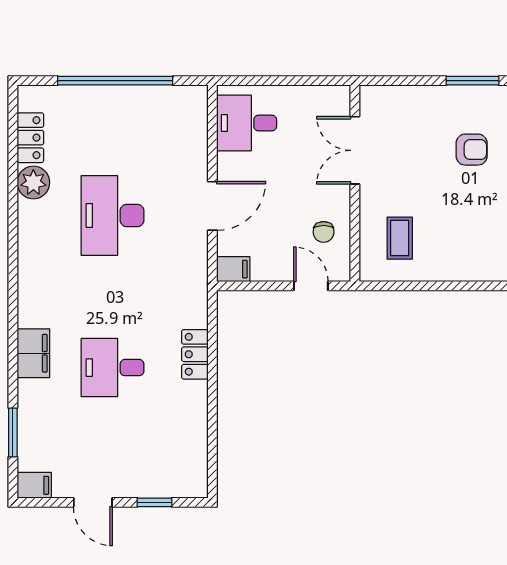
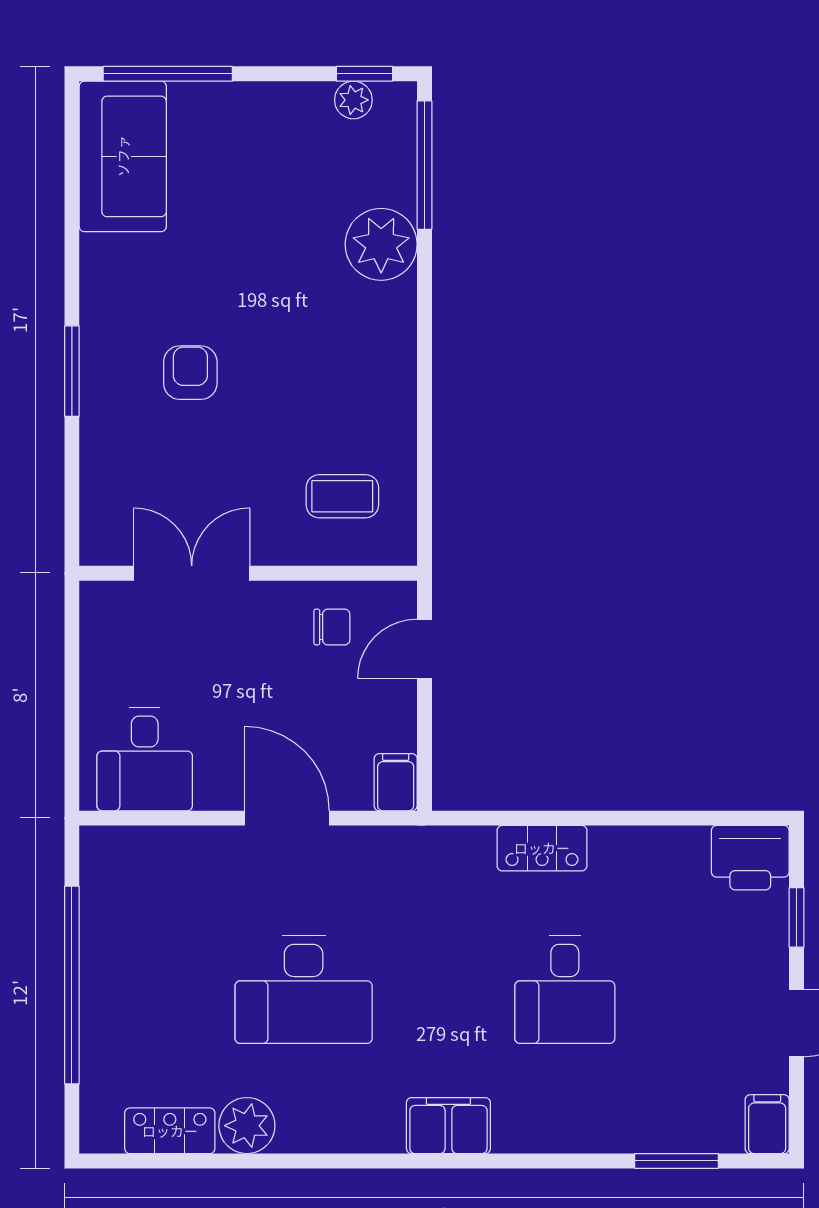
double door: (355, 150) -> (192, 573), swing flipped
filing cabinet: (33, 353) -> (448, 1126), moved
printer: (189, 475) -> (750, 858), added

